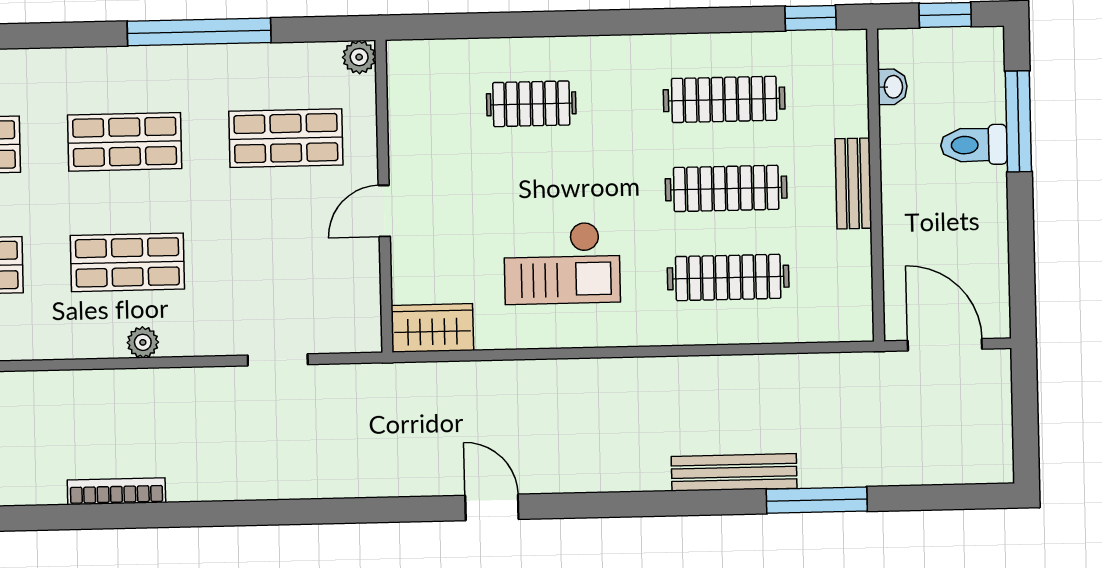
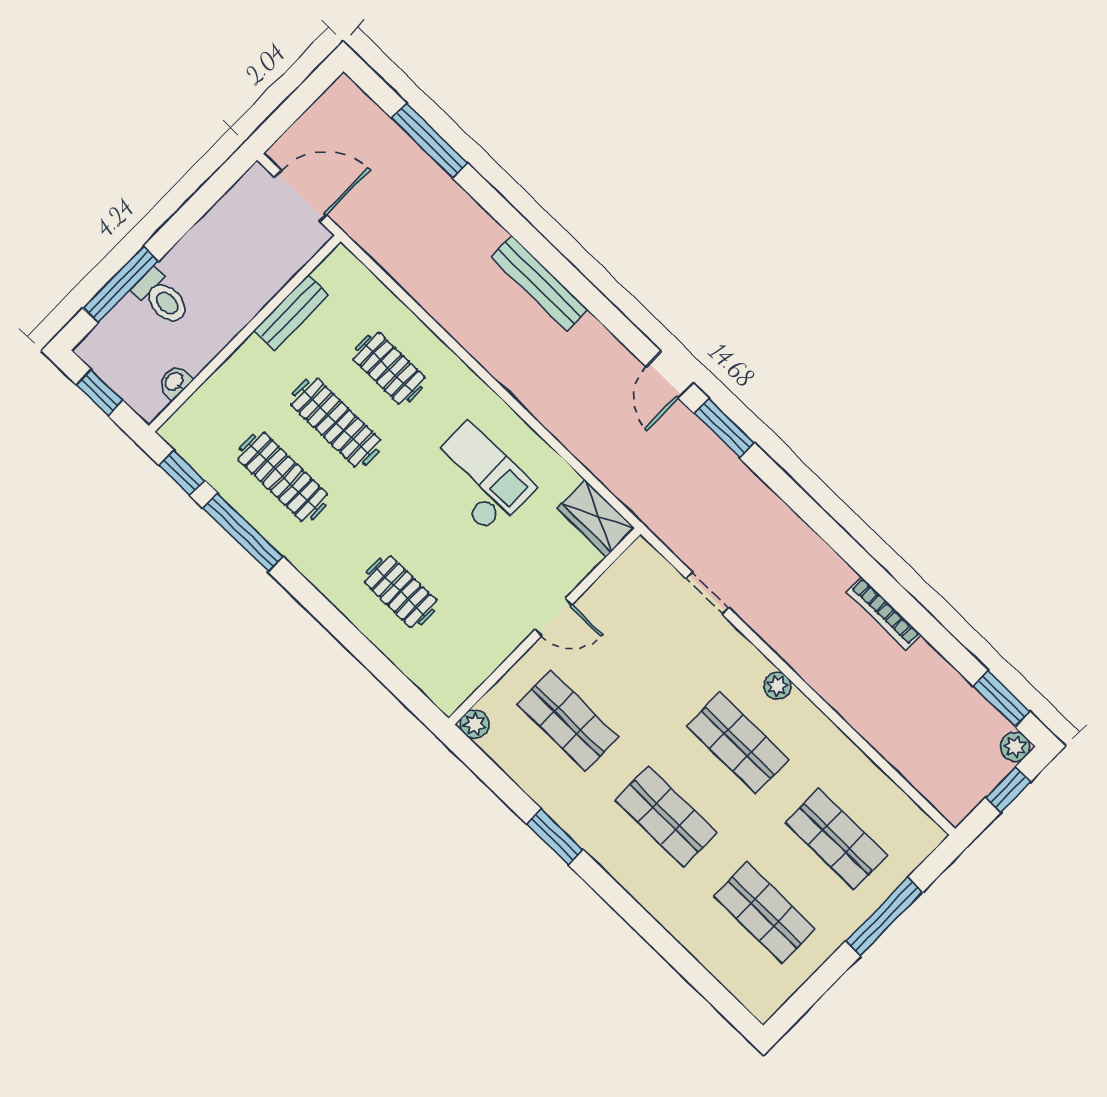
window: (710, 20) -> (243, 532), added
window: (199, 32) -> (555, 837), width x0.47
bench: (853, 183) -> (291, 313), moved
clothes rail: (728, 277) -> (389, 368), width x0.73
door: (945, 345) -> (301, 196), swing flipped
bench: (734, 472) -> (539, 283), moved
window: (817, 500) -> (430, 141), moved
window: (402, 509) -> (724, 428), added

